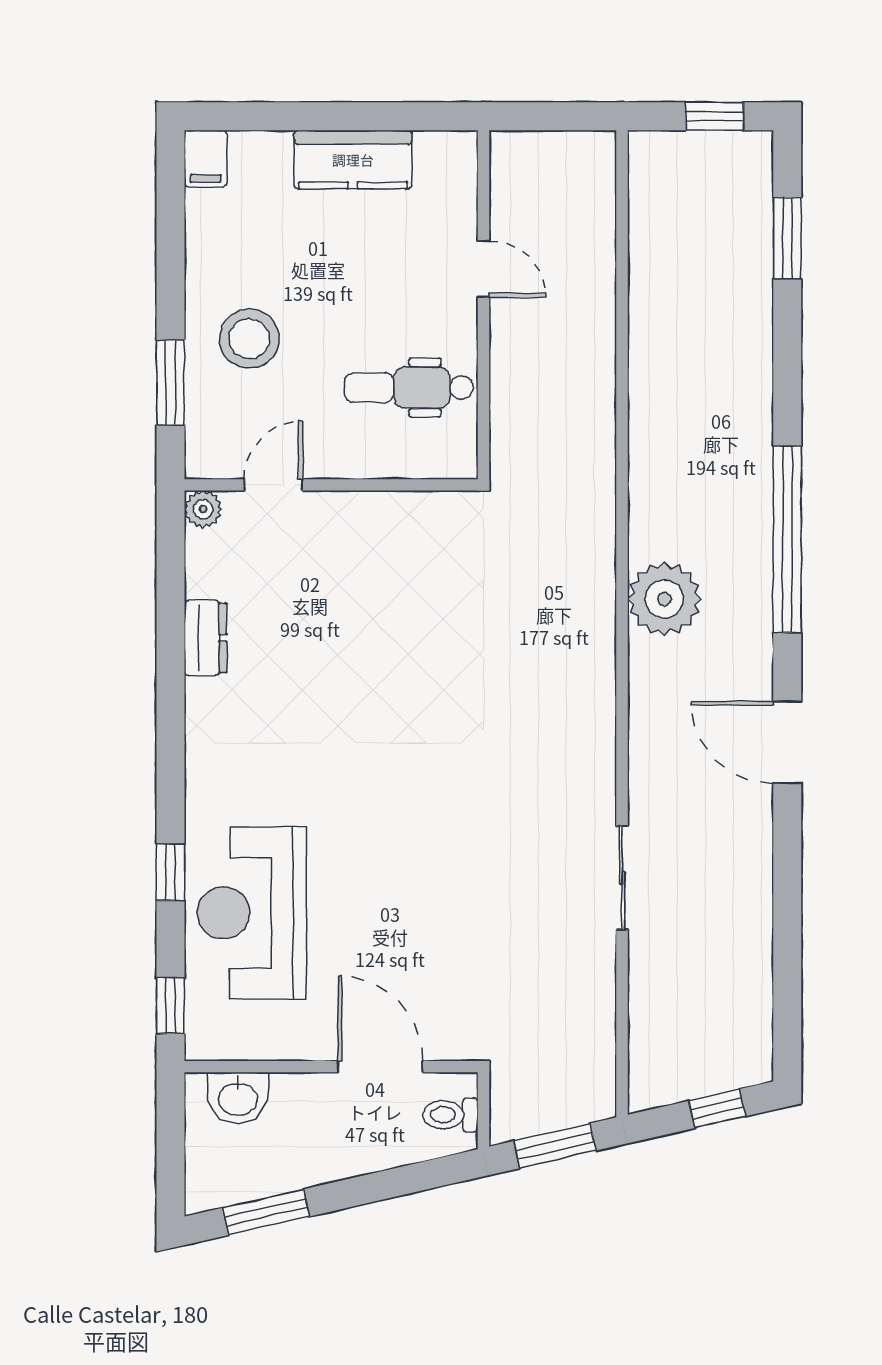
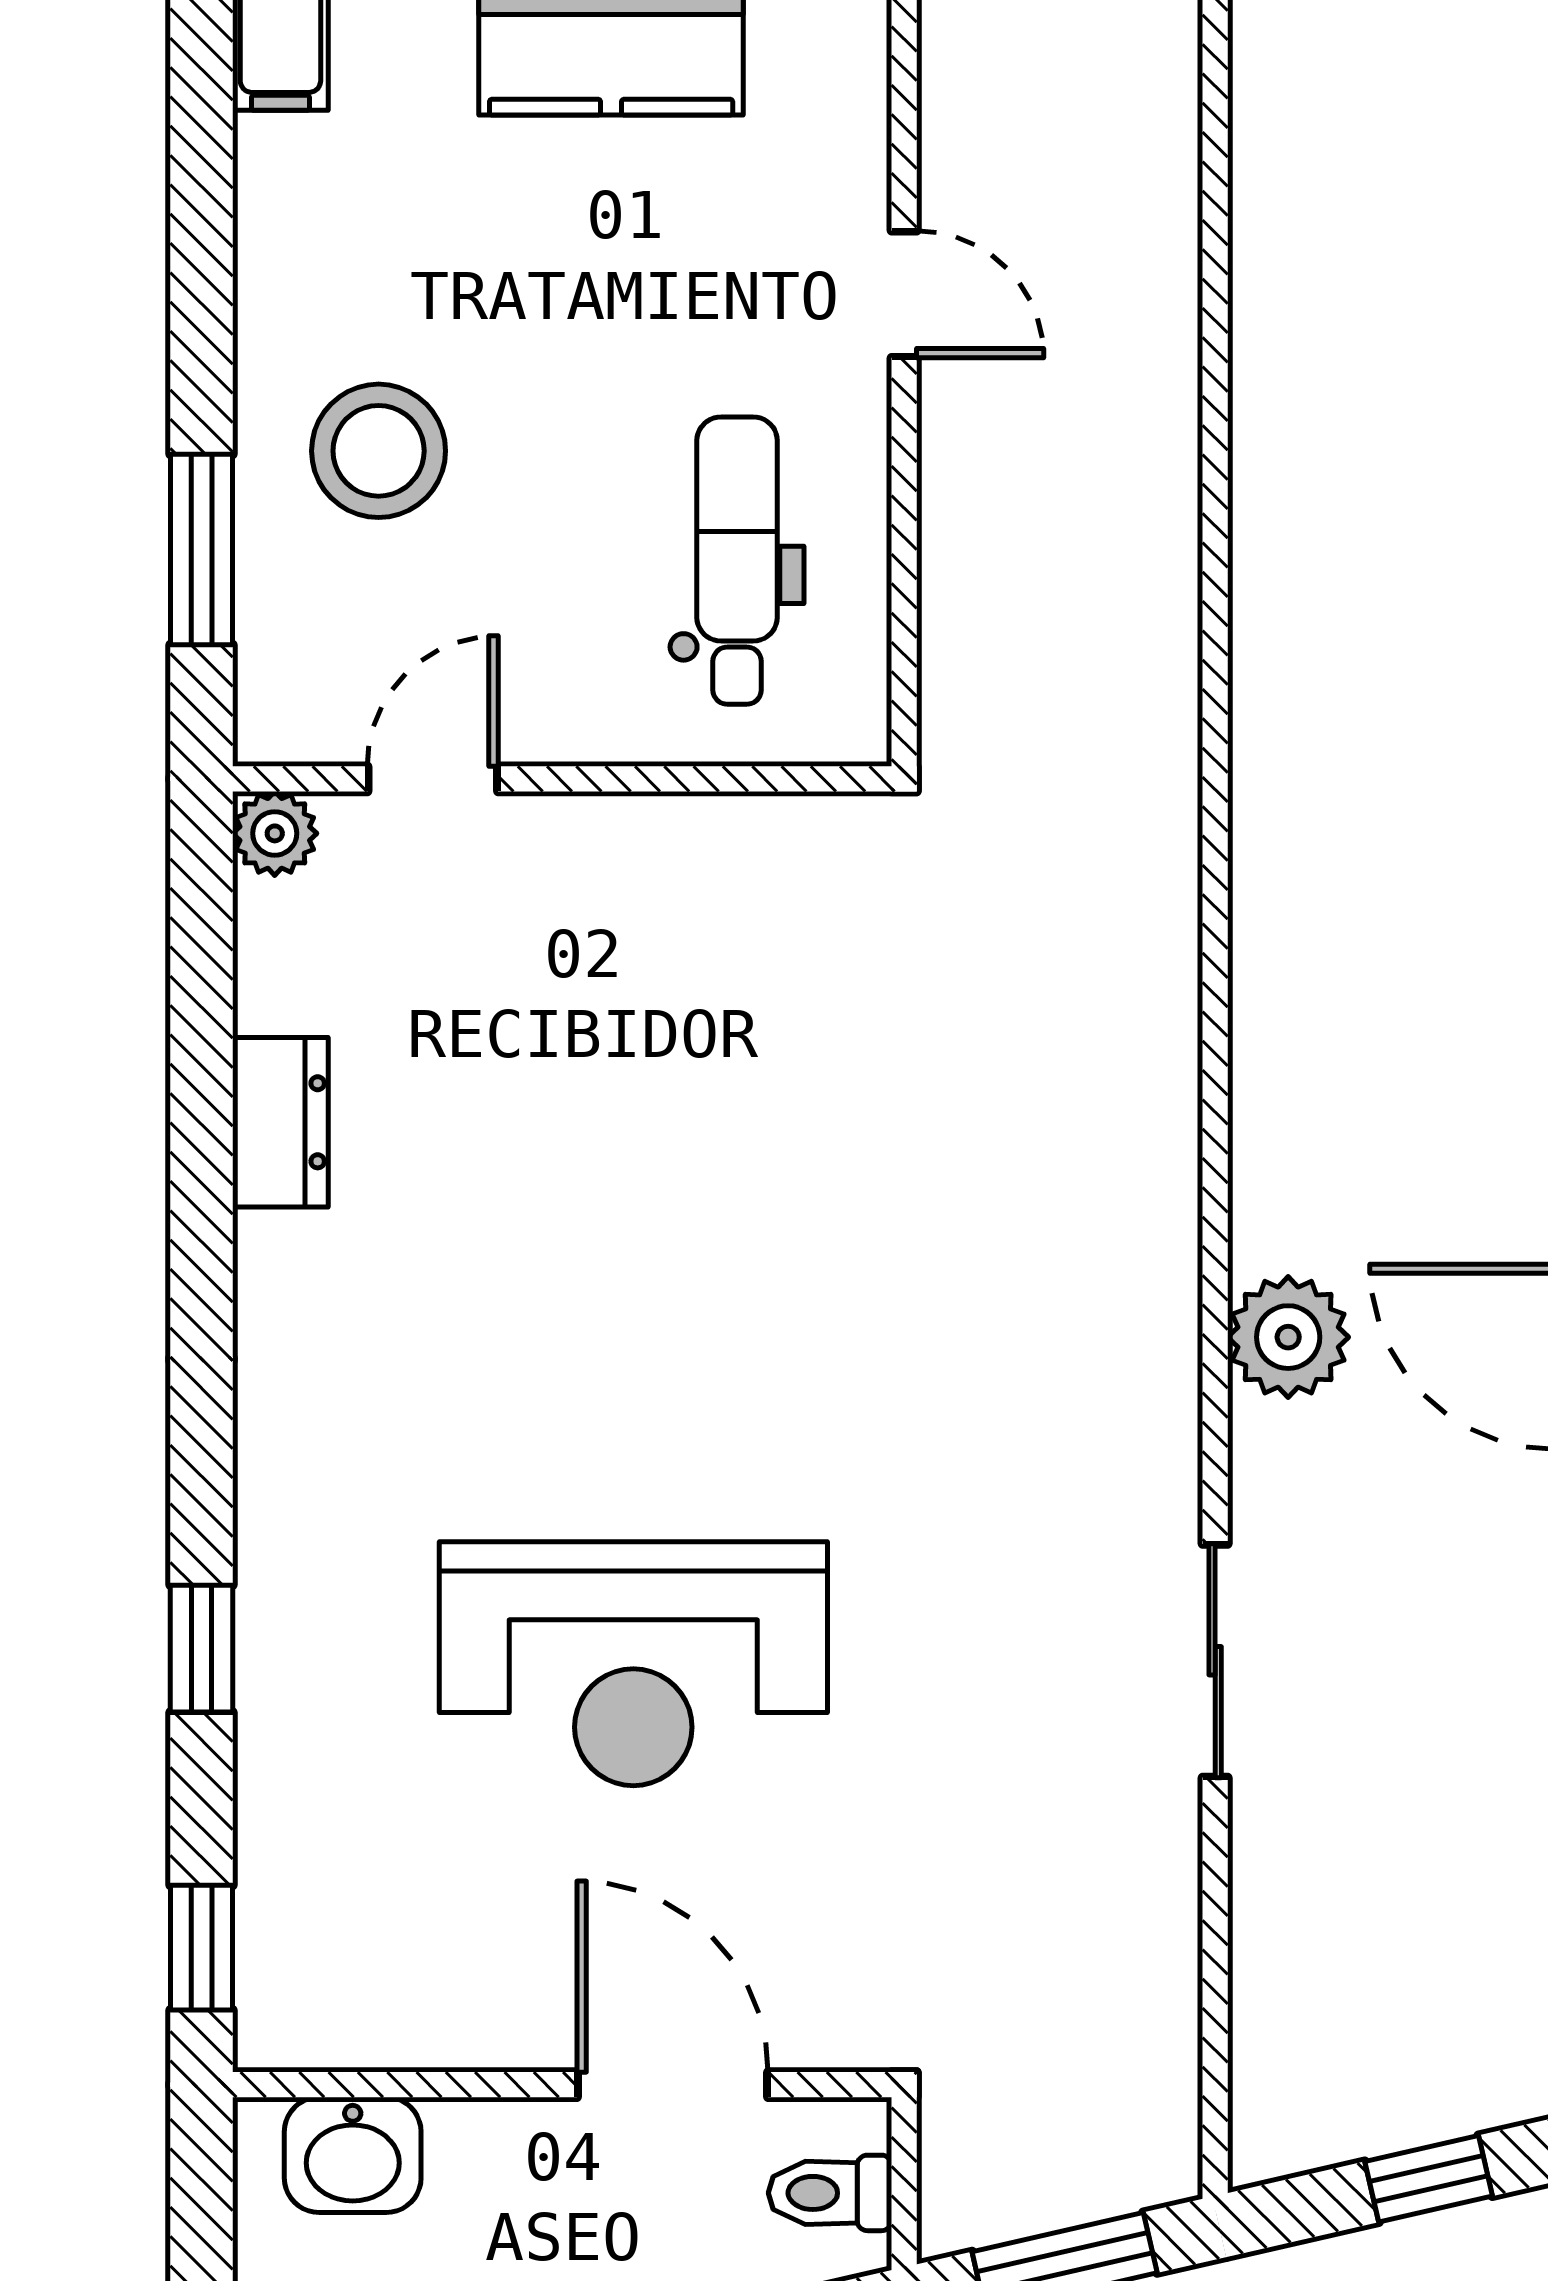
dental chair: (409, 388) -> (737, 561), turned 90
plant: (664, 599) -> (1288, 1337), moved, width x0.73, depth x0.73
reception desk: (252, 913) -> (633, 1664), moved, turned -90

